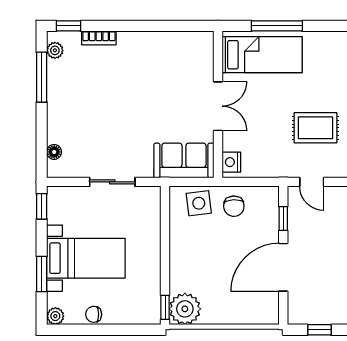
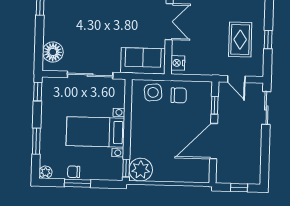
rug: (315, 128) -> (240, 40), turned 90
floor lamp: (54, 152) -> (53, 52), width x1.89, depth x1.89
sliding door: (112, 182) -> (90, 75), width x1.37
chair: (234, 206) -> (179, 95), turned -88
bed with nightstands: (86, 258) -> (95, 132), moved, turned 180
window: (99, 330) -> (78, 183), added

